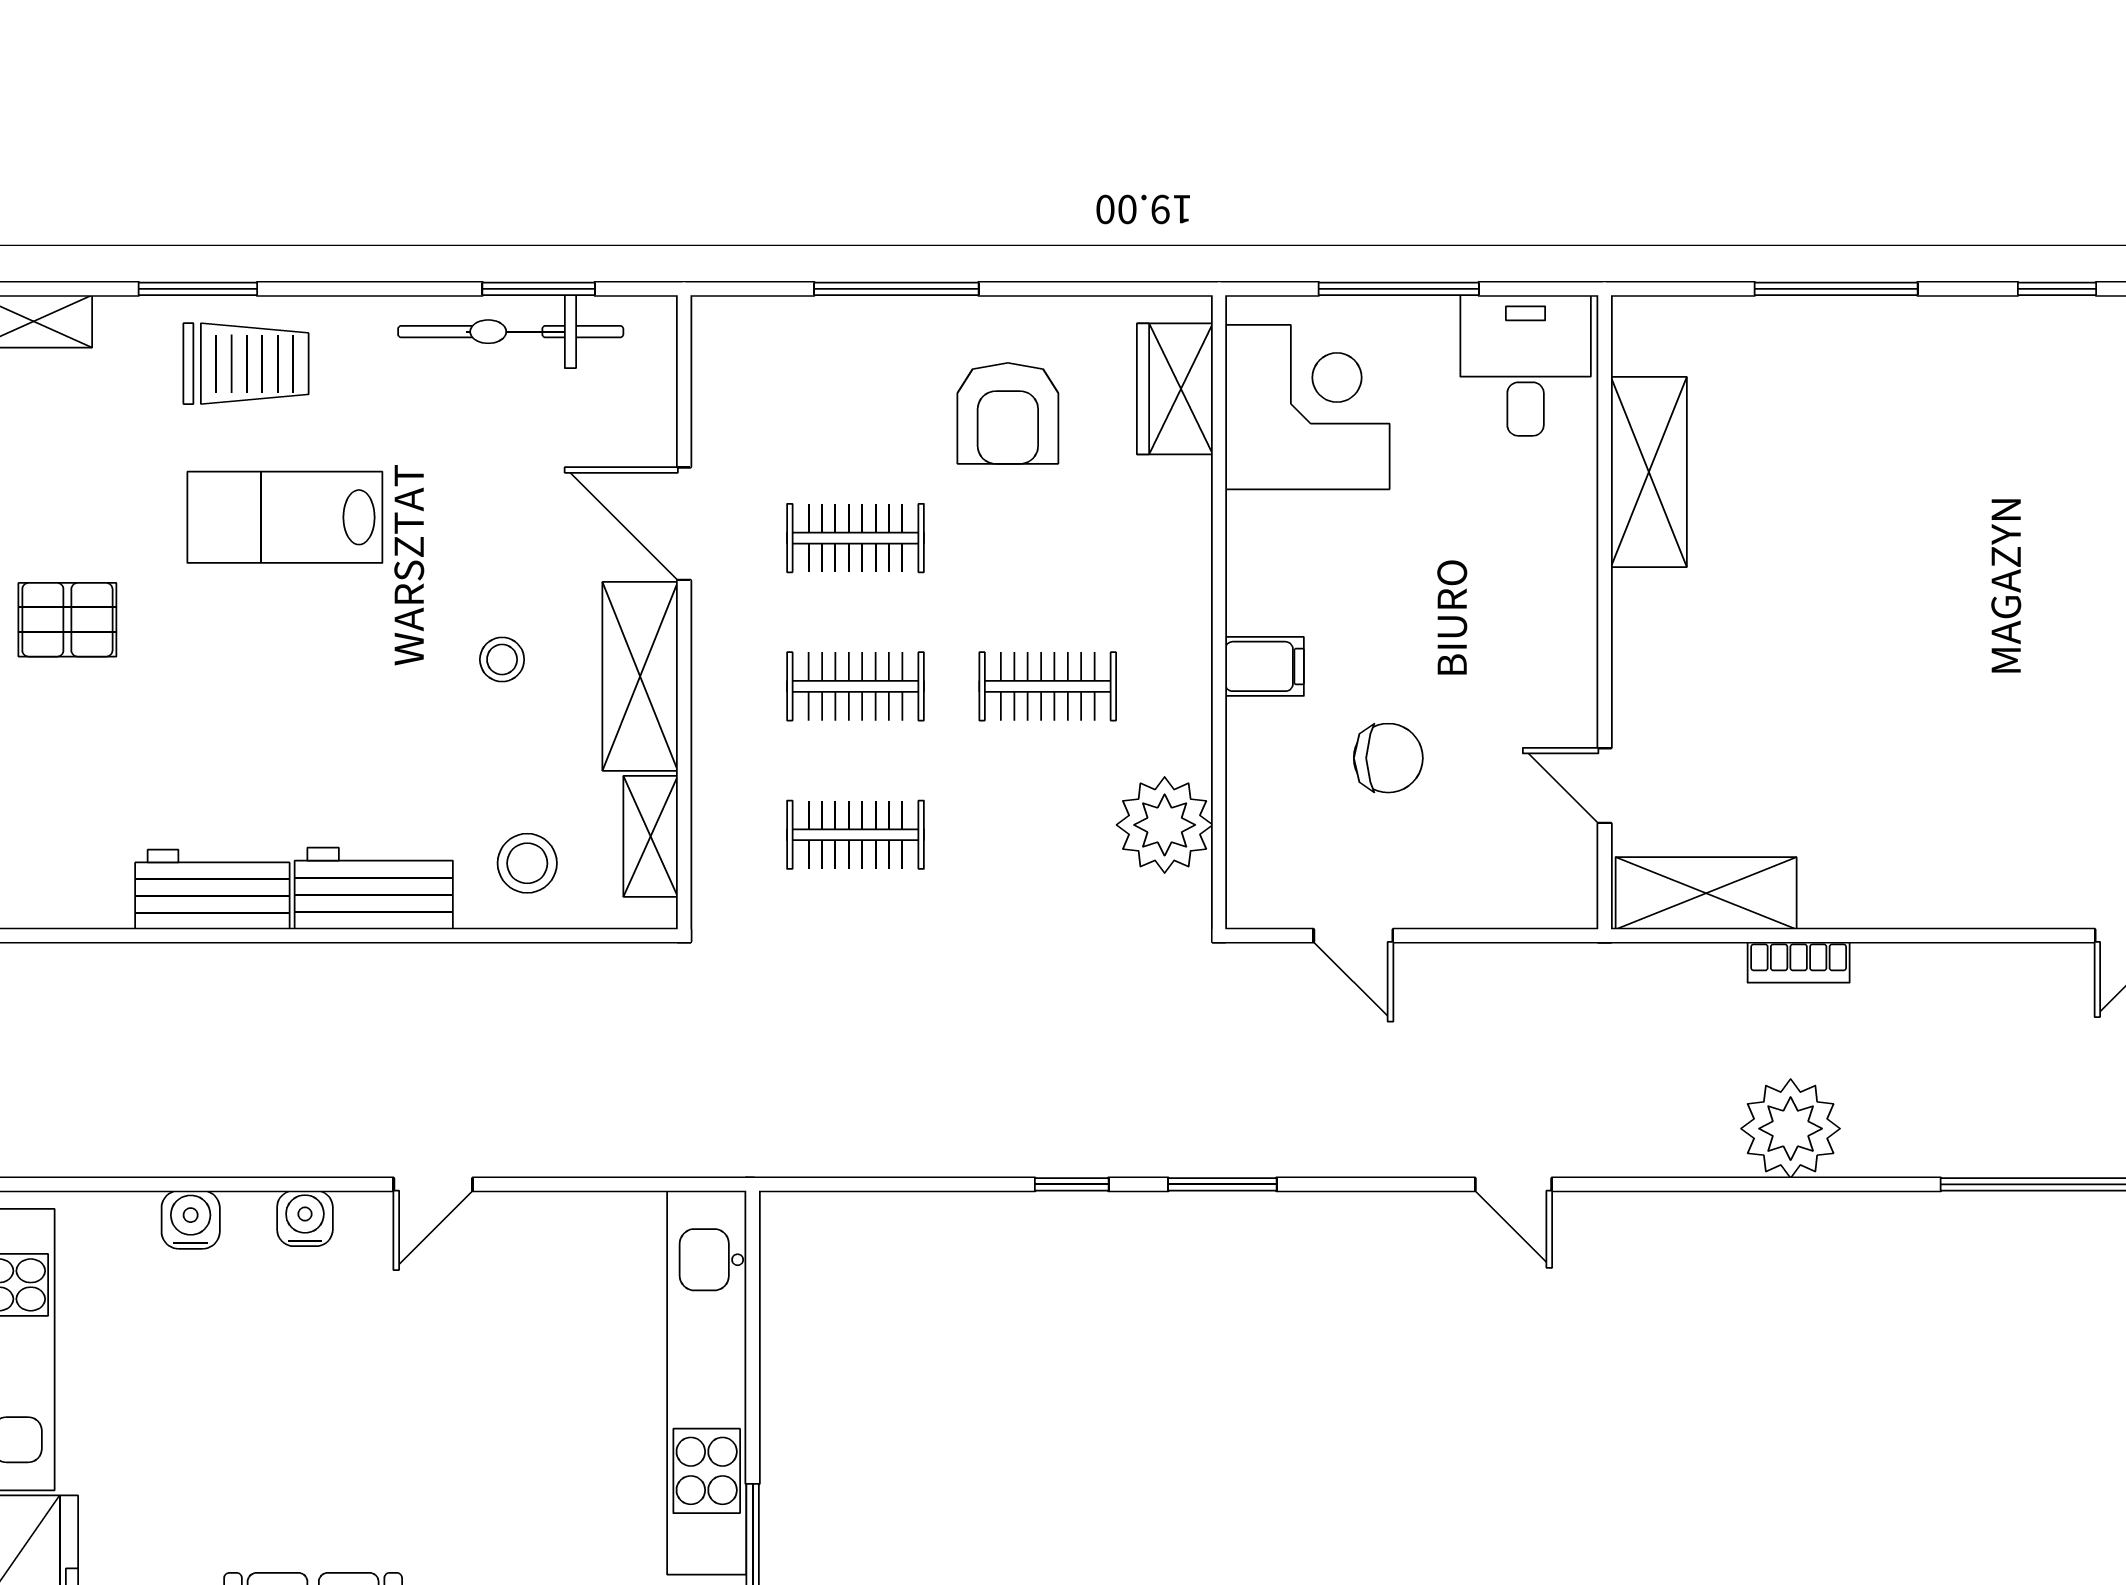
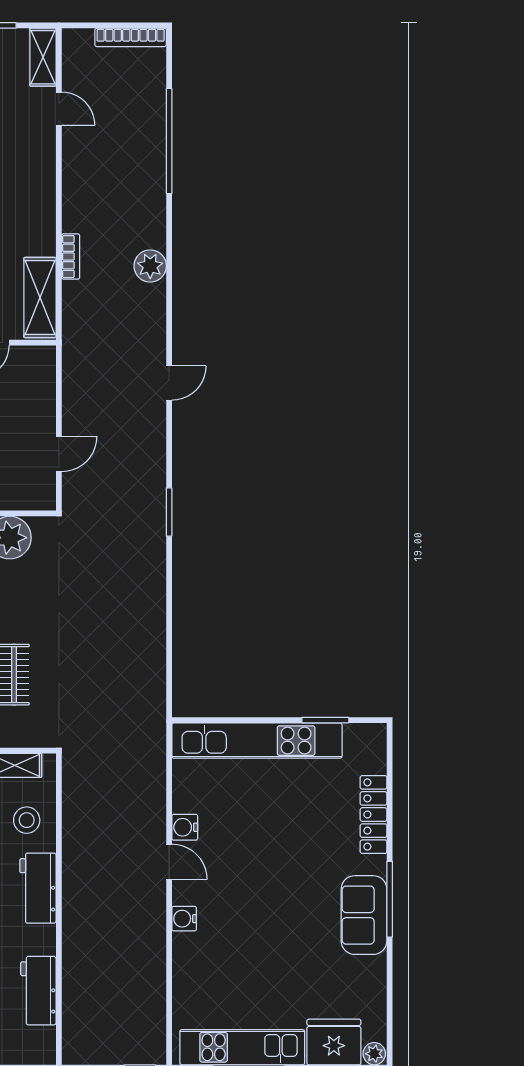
workbench: (212, 890) -> (38, 991), moved
plant: (1791, 1129) -> (150, 266), width x0.73, depth x0.73
window: (1072, 1184) -> (169, 579), removed
water cooler: (191, 1220) -> (185, 827), moved

